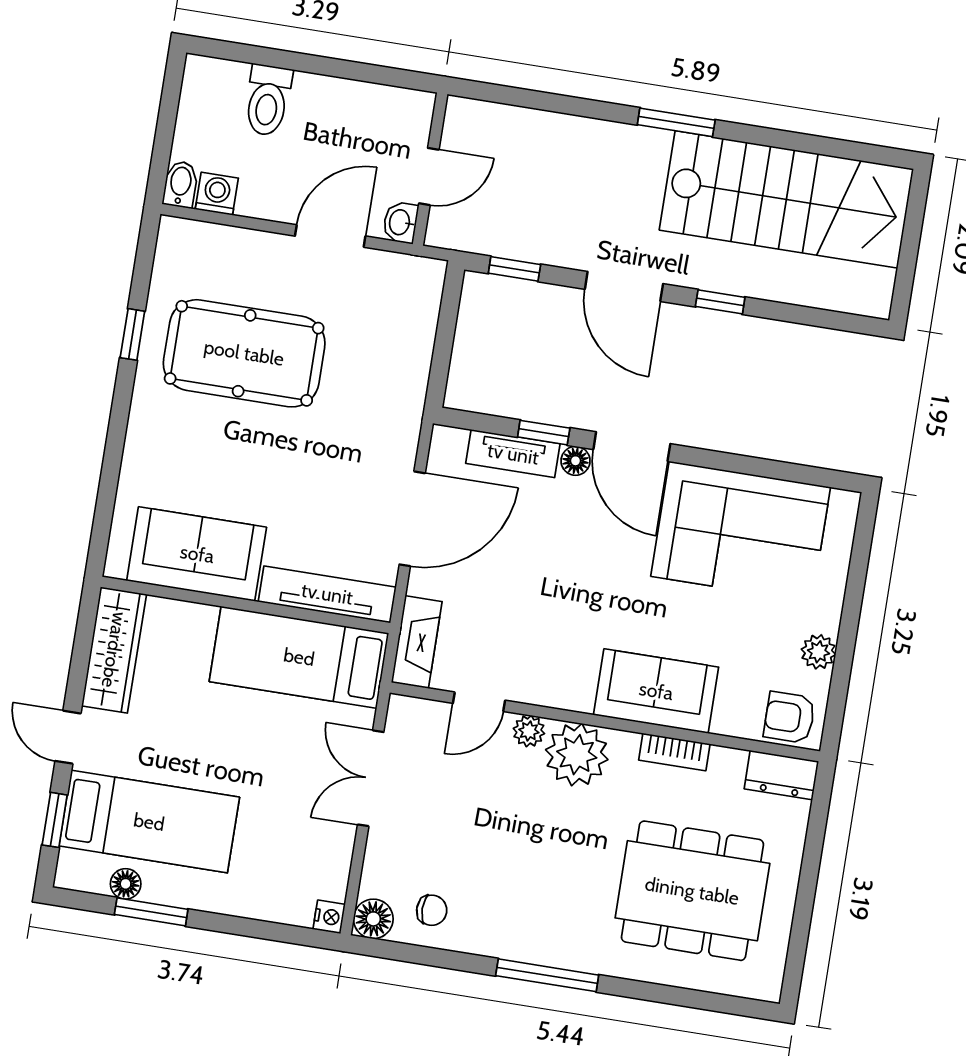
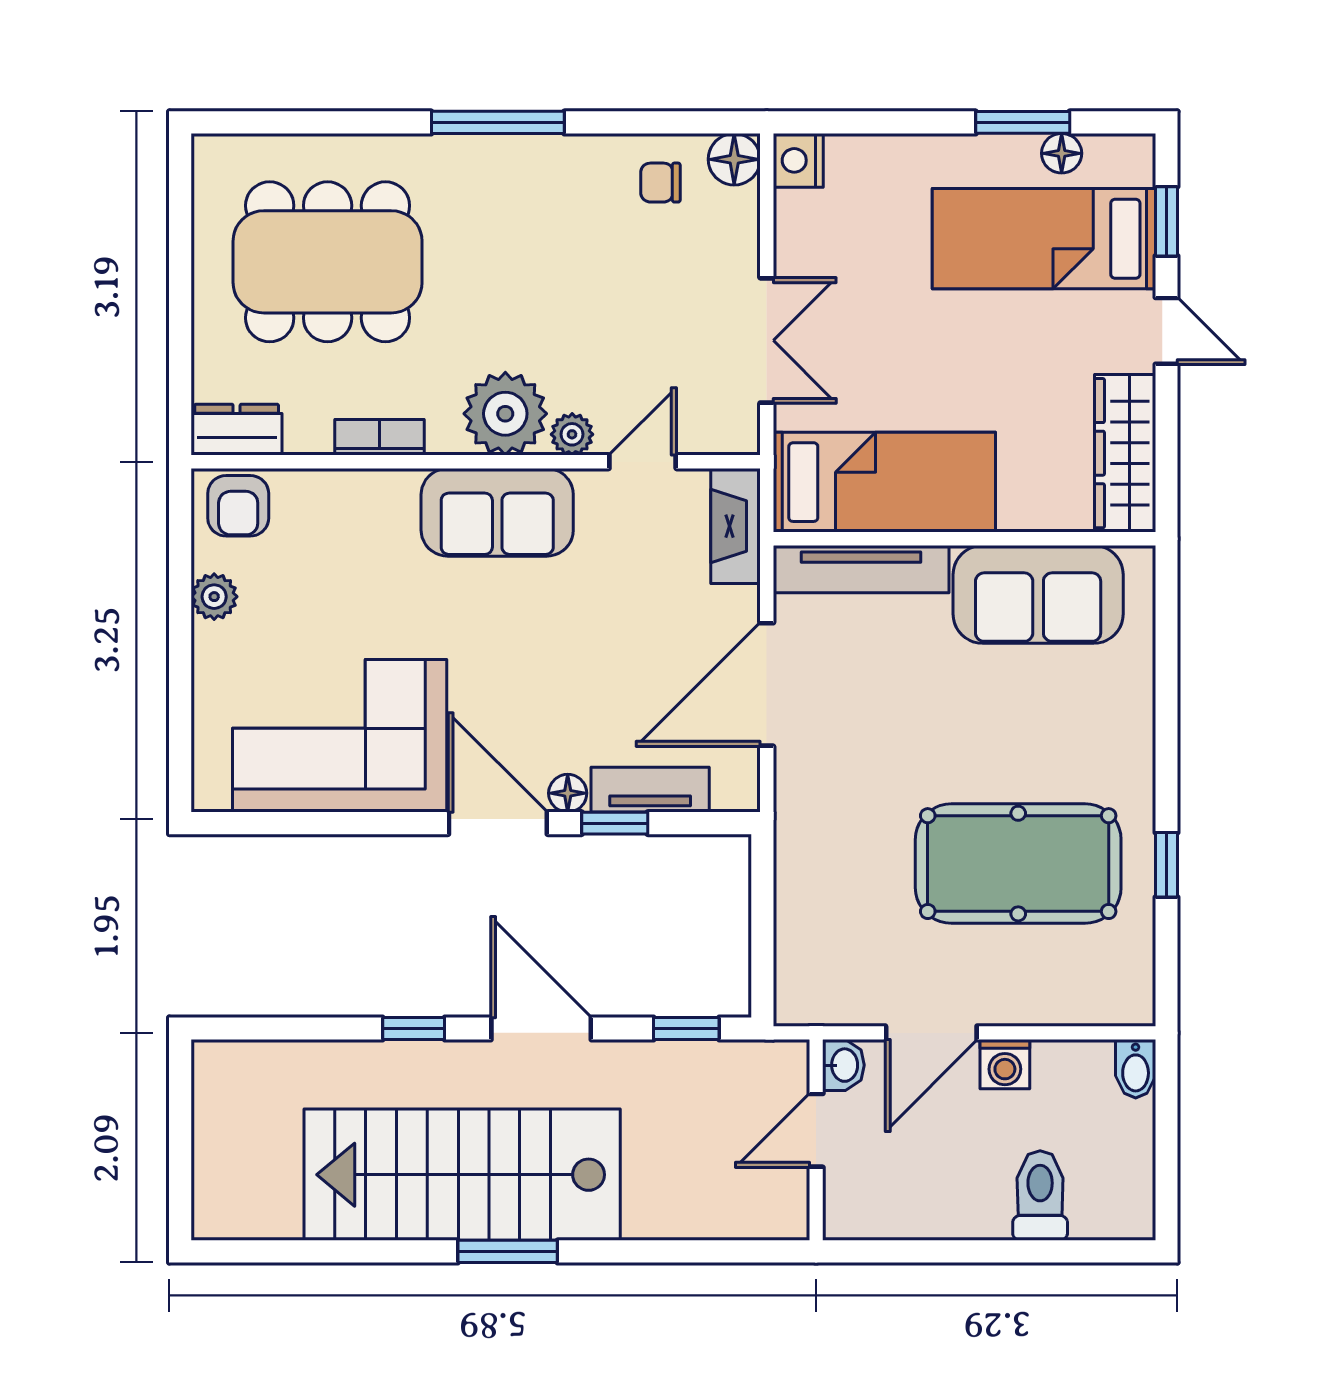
washing machine: (217, 194) -> (1005, 1064), moved
stairs: (786, 199) -> (462, 1175), moved
sofa: (656, 691) -> (497, 512), moved
armchair: (789, 717) -> (238, 506), turned 90
nightstand: (329, 917) -> (798, 160), width x1.39, depth x1.35

